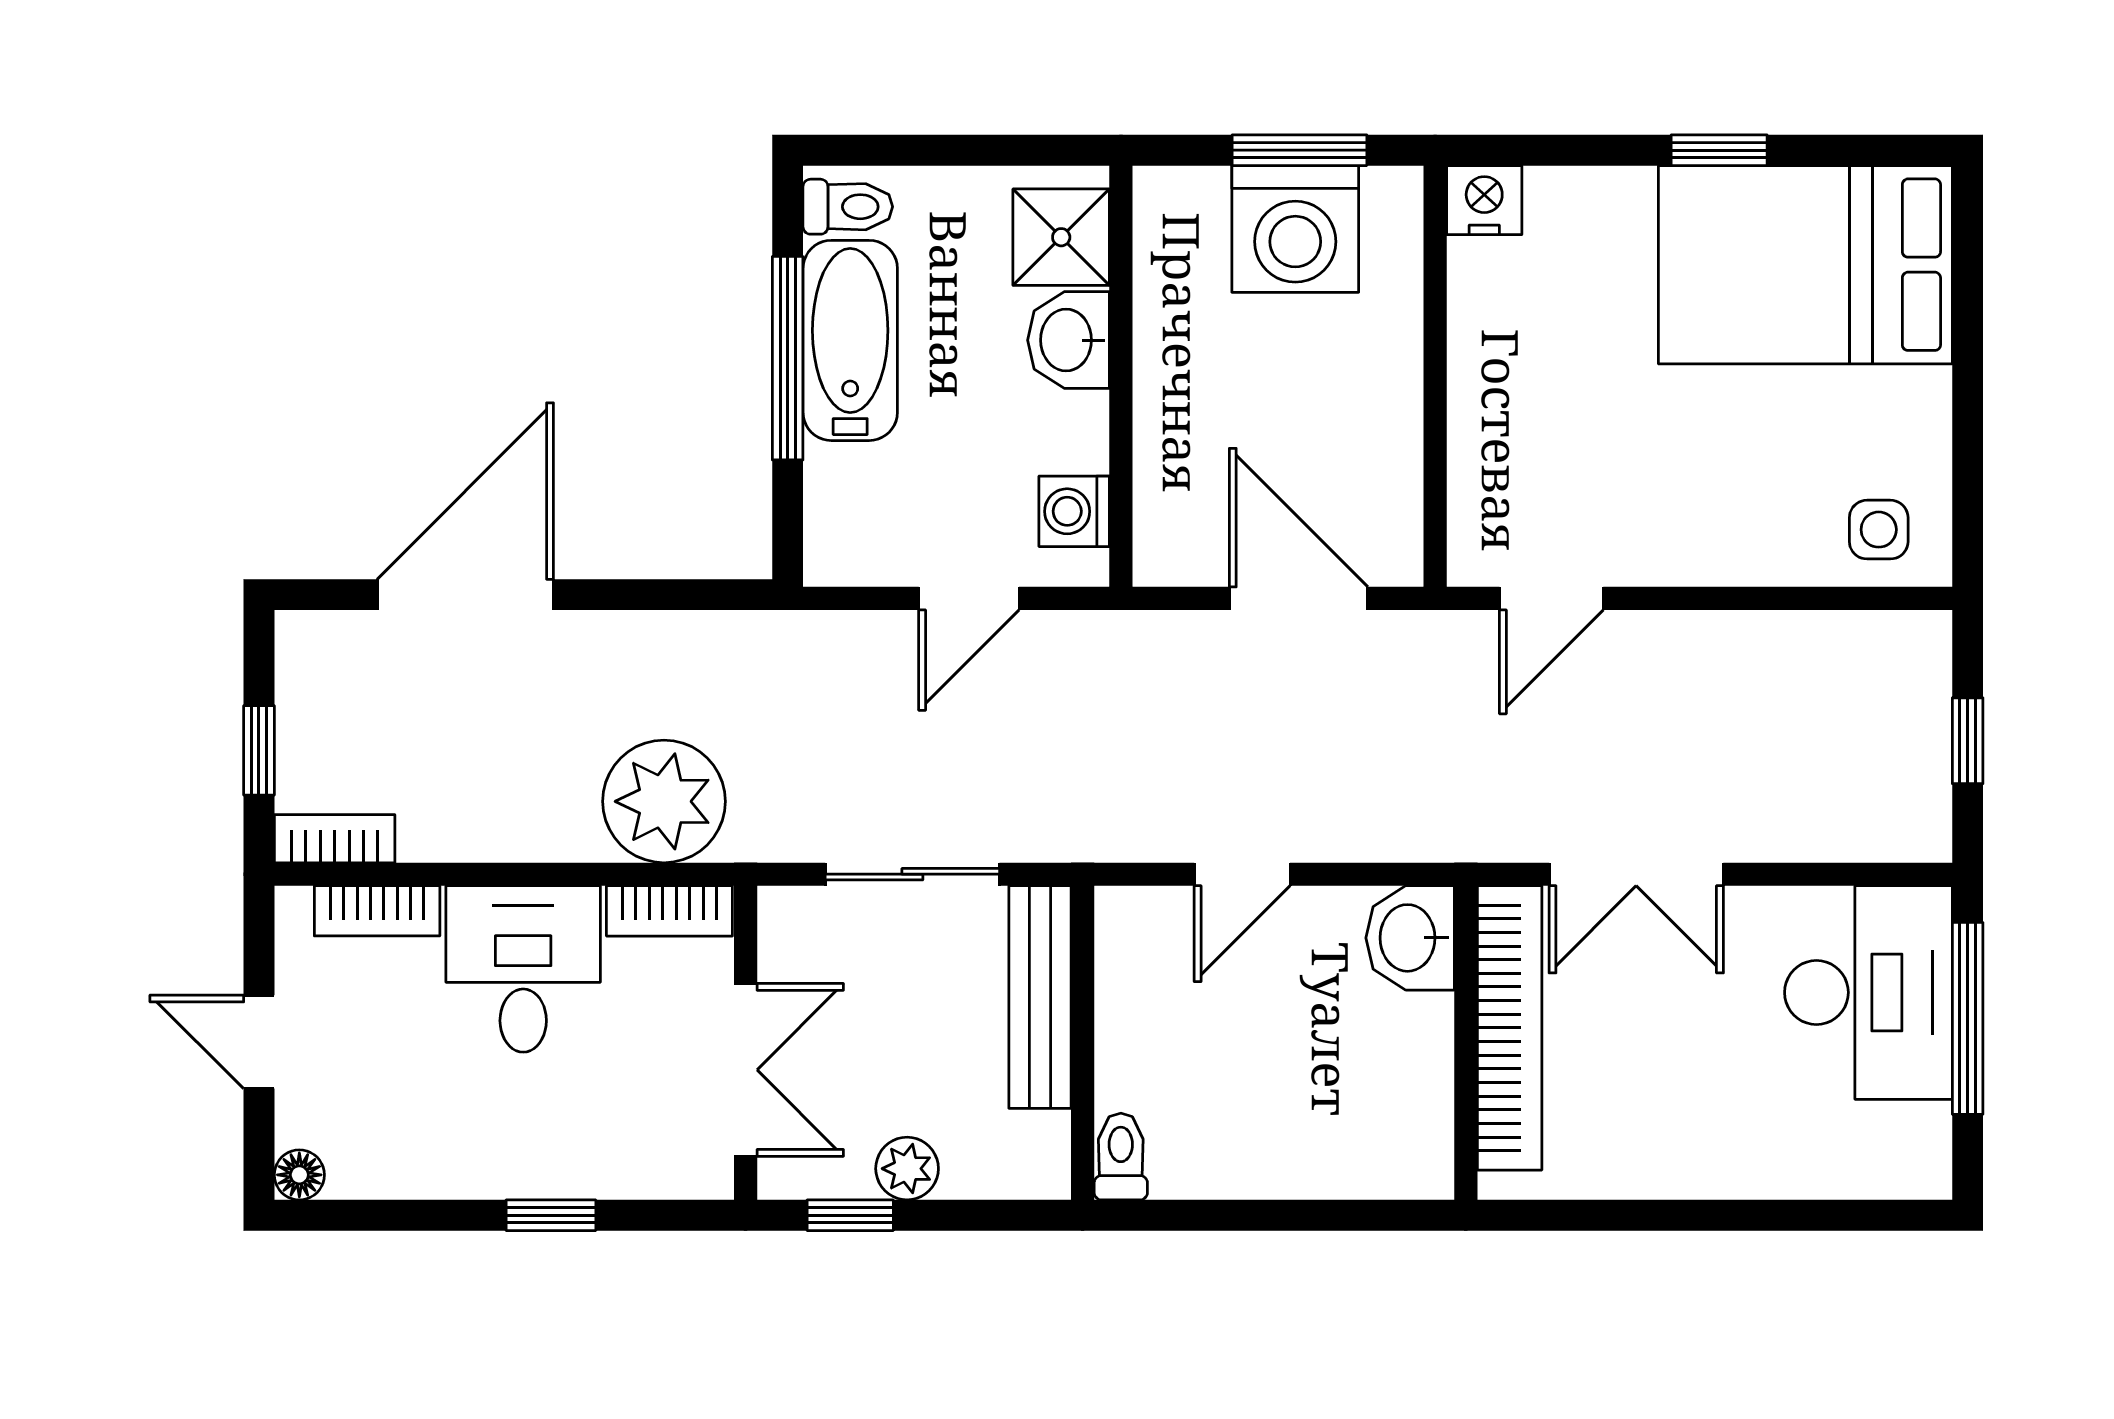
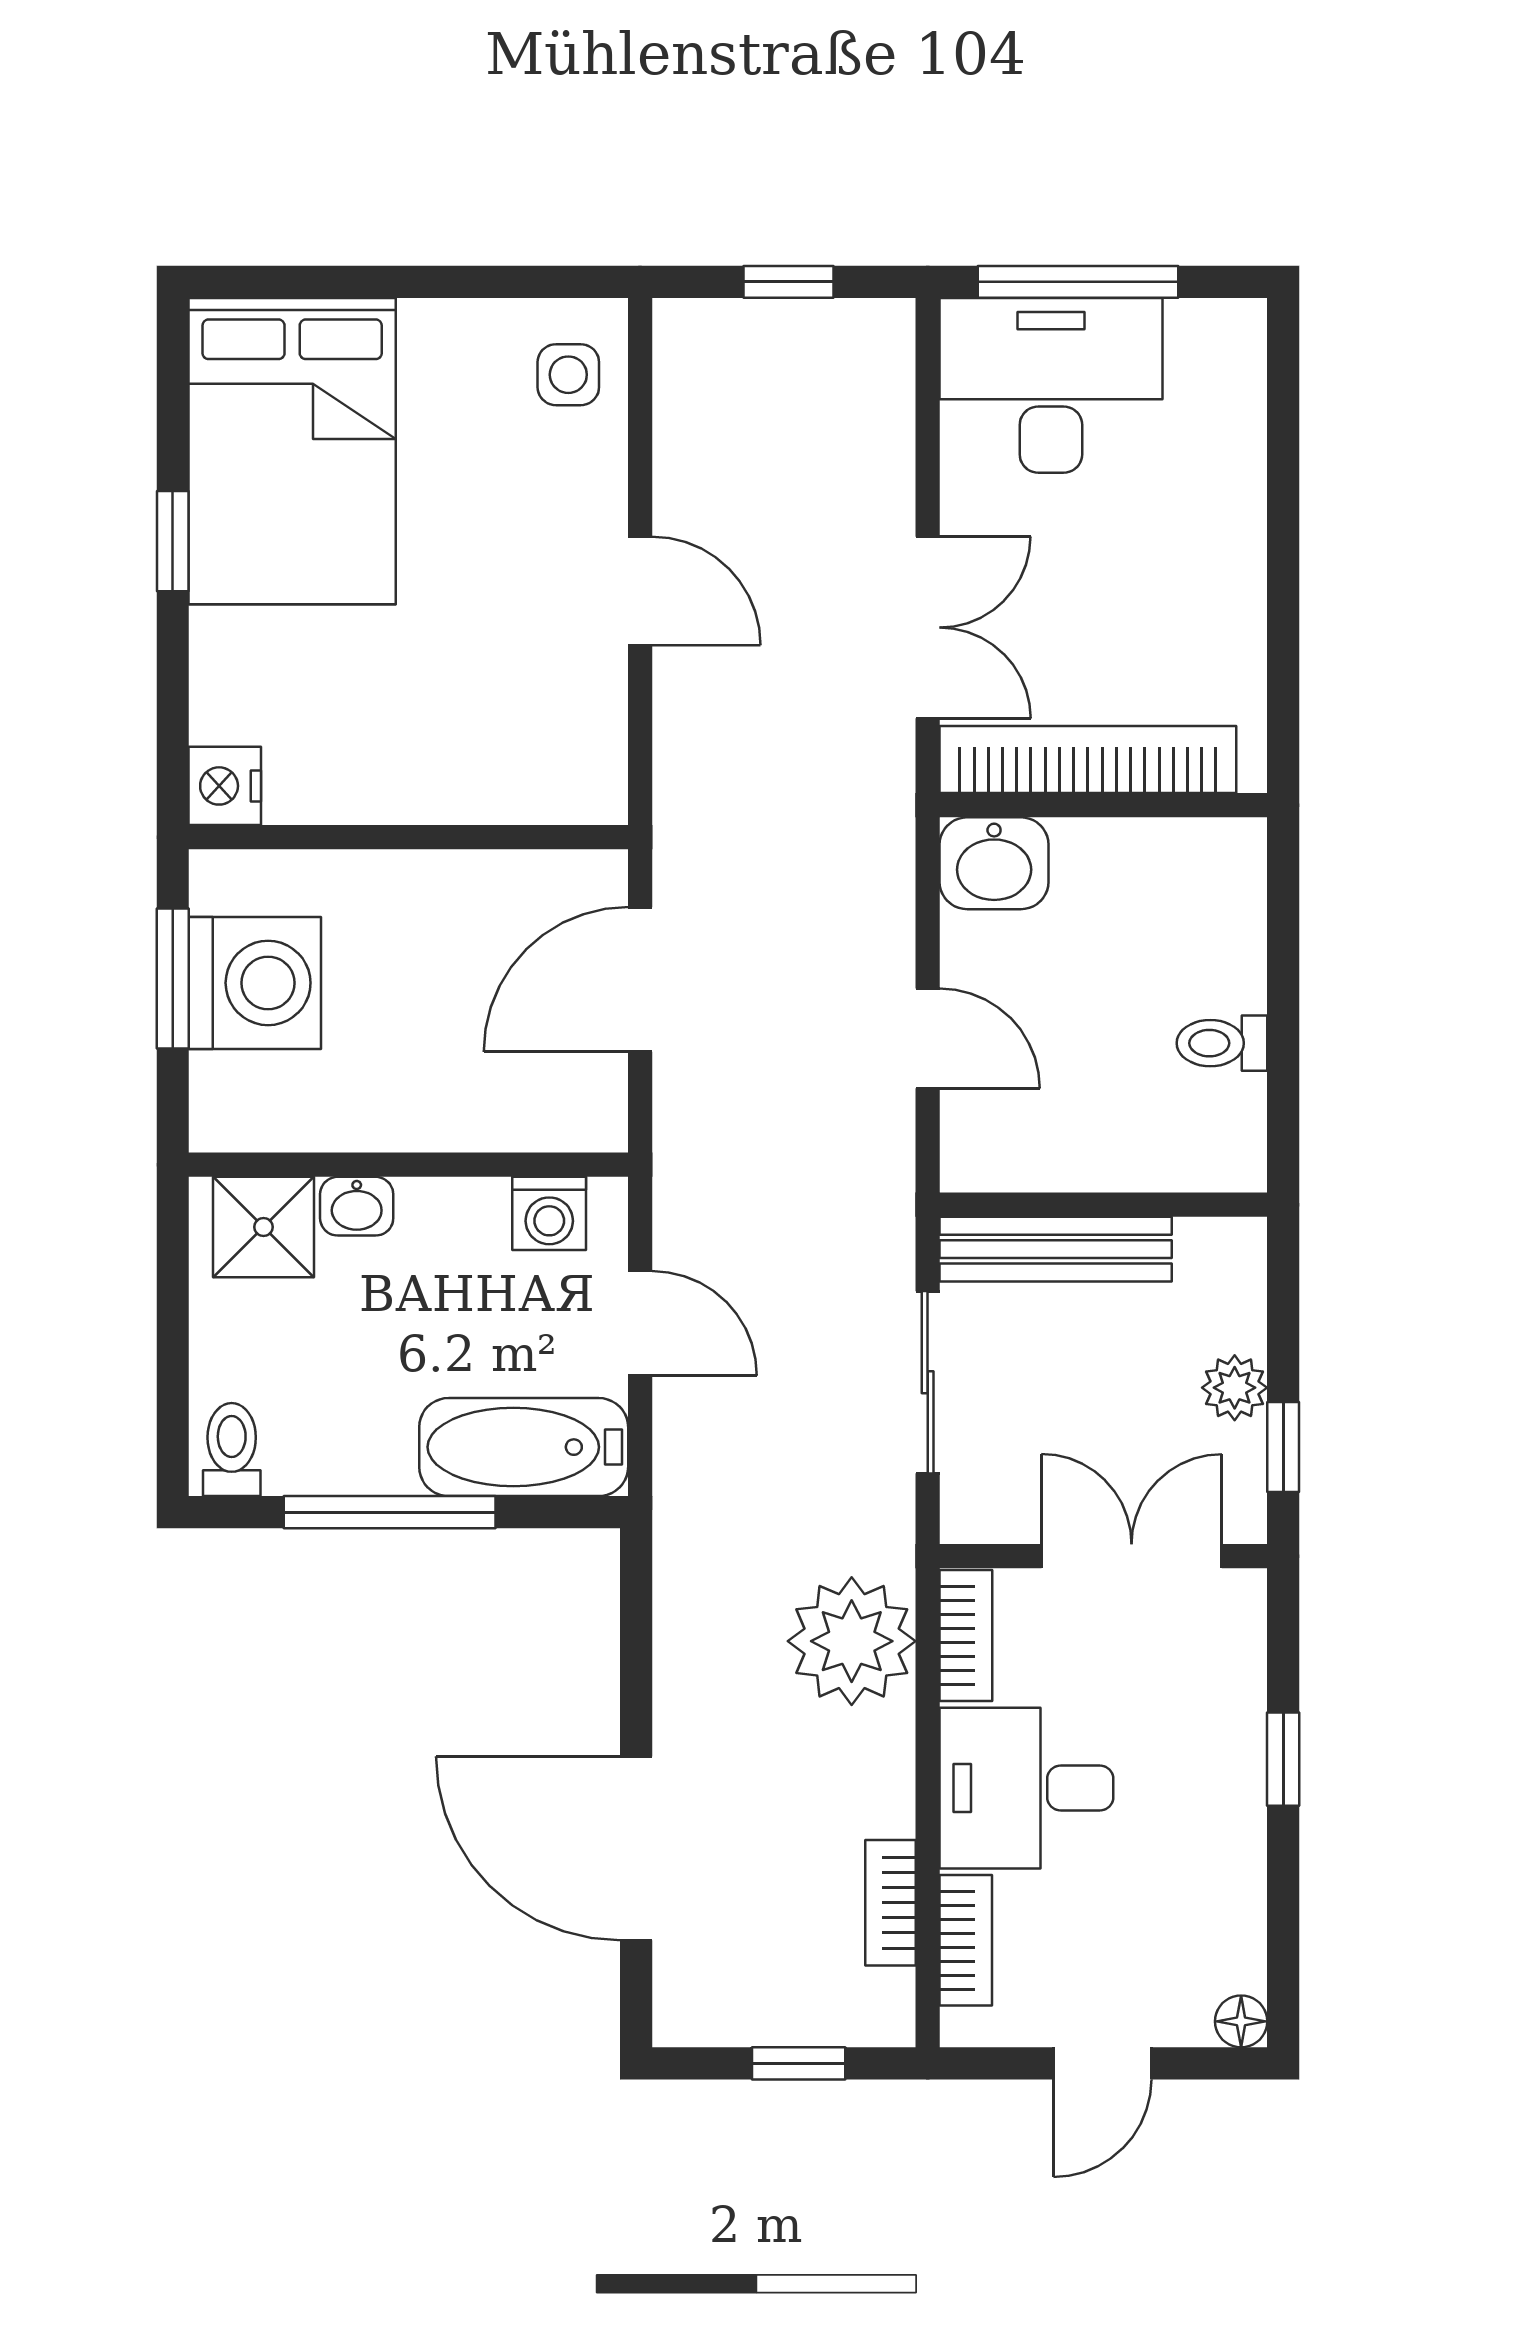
bathtub: (850, 340) -> (524, 1447), moved
washbasin: (1069, 340) -> (357, 1206), width x0.72, depth x0.69
door: (1551, 598) -> (640, 591), moved
bookcase: (335, 839) -> (891, 1903), moved
toilet: (1121, 1157) -> (1222, 1043), moved

